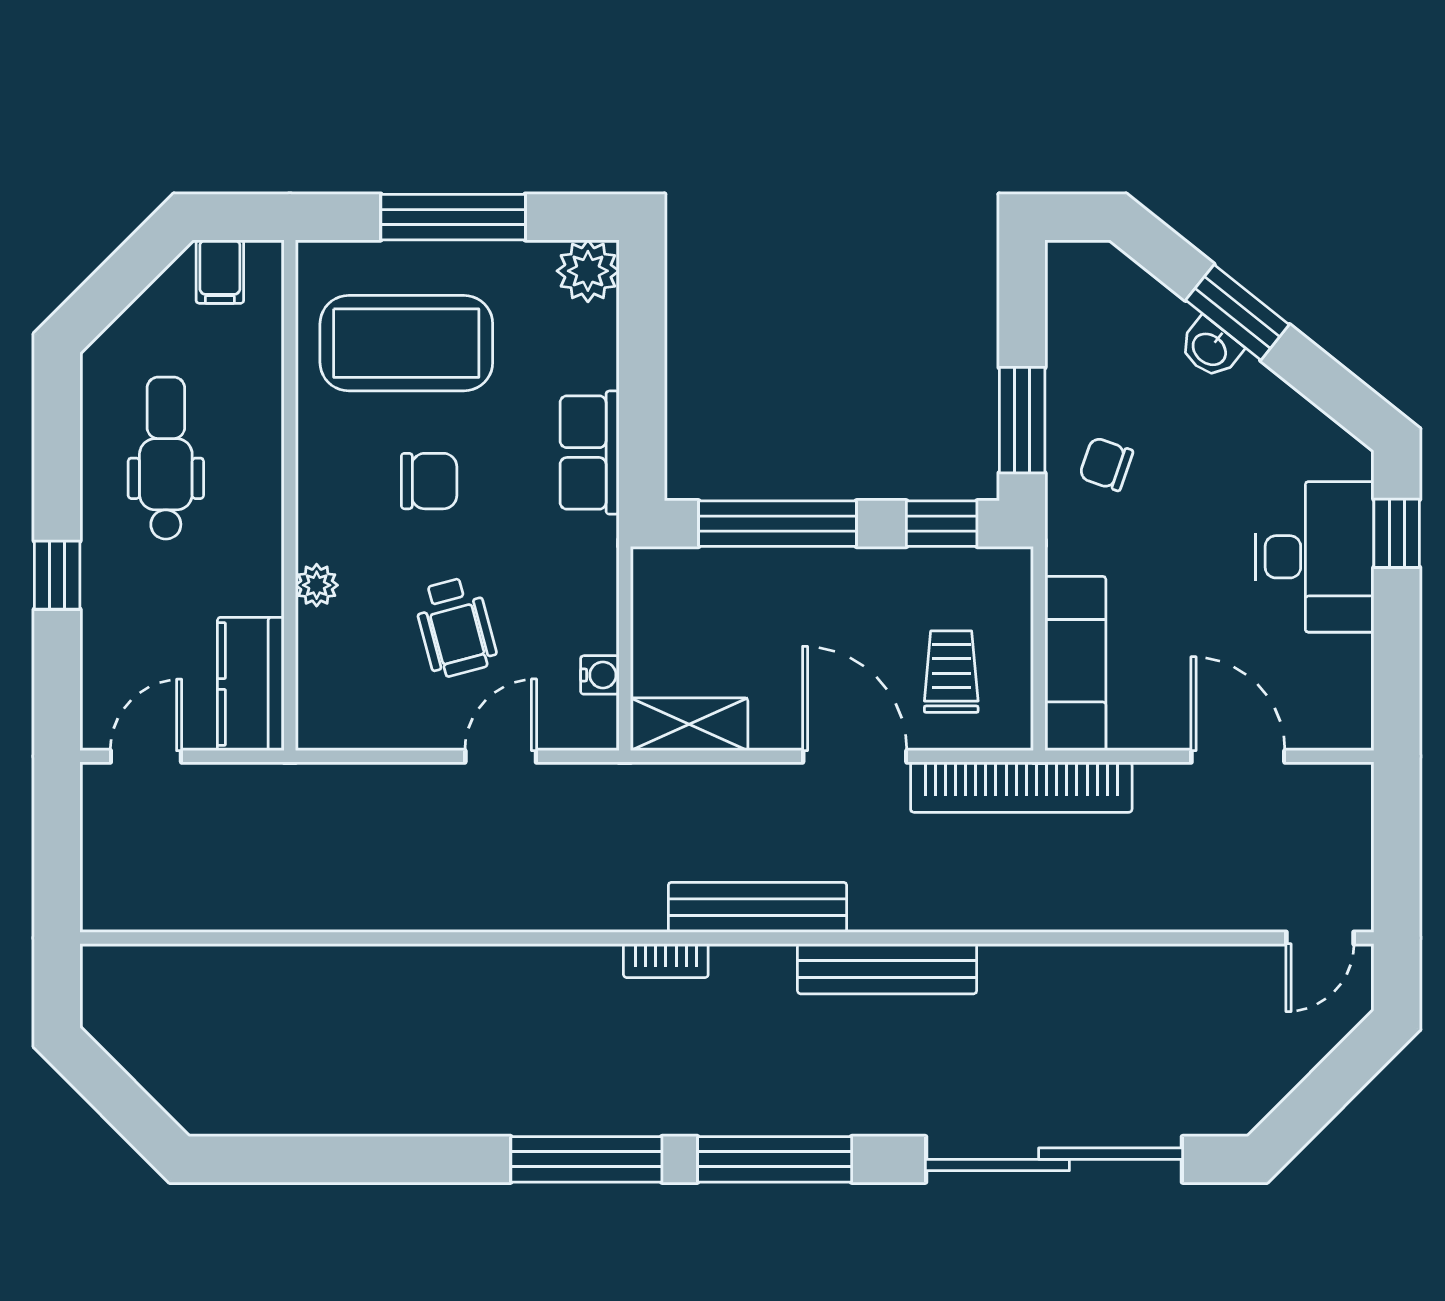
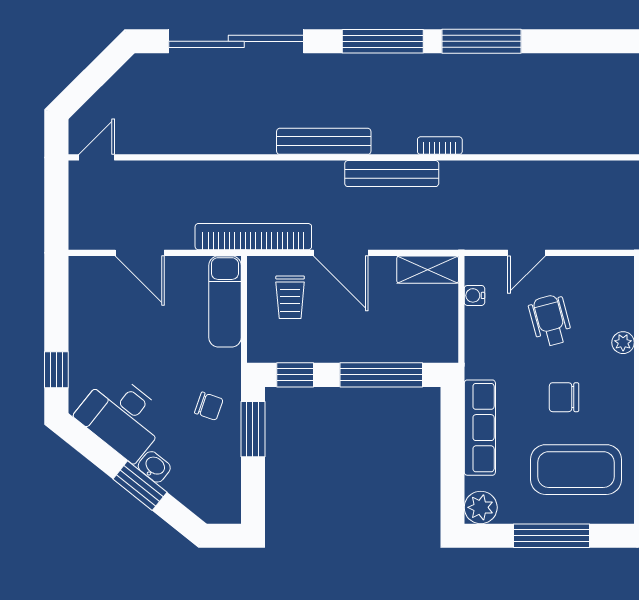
row of seats: (590, 453) -> (480, 428), width x1.48
desk: (1315, 557) -> (122, 417), moved, turned -51

